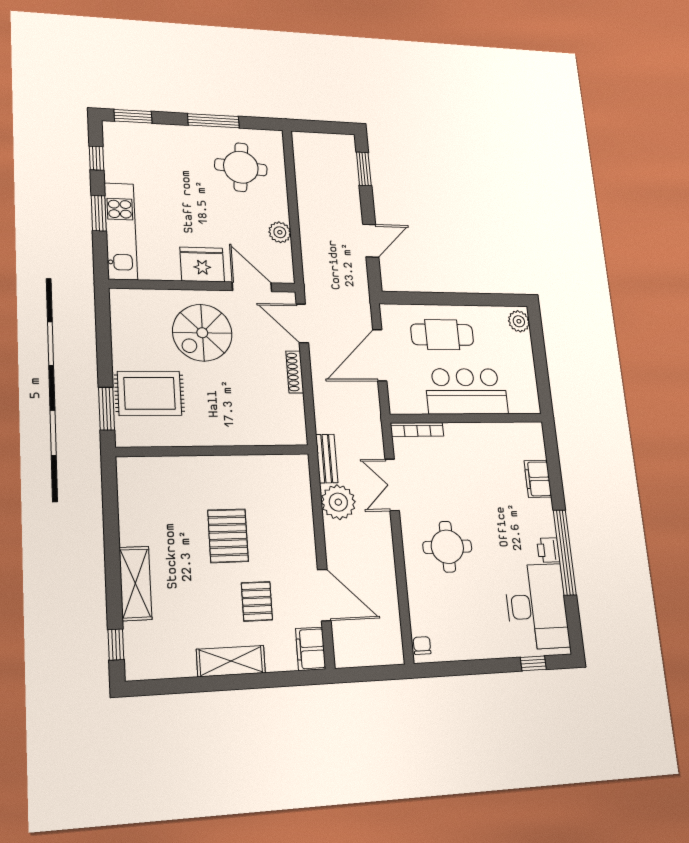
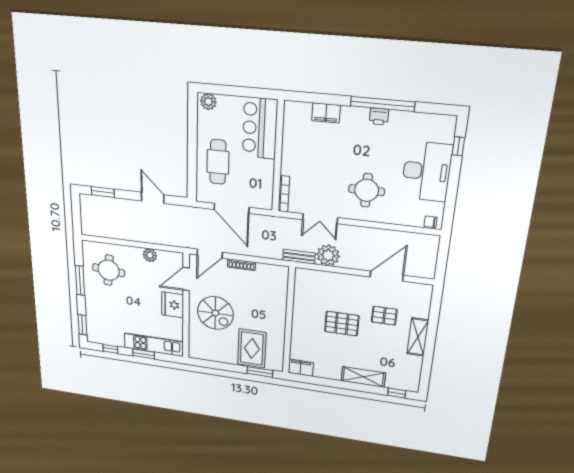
bar counter: (466, 391) -> (260, 128), moved
desk: (537, 606) -> (427, 172), moved, turned 90
filing cabinet: (311, 649) -> (301, 368), moved, turned 180

